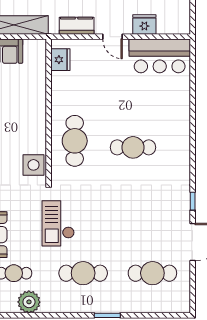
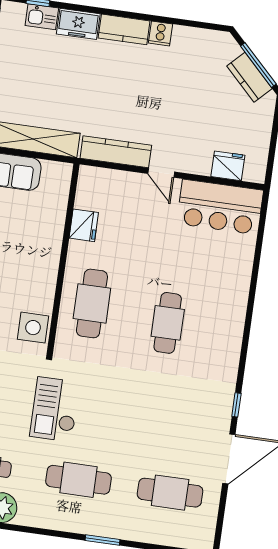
fridge: (144, 24) -> (228, 166), moved
kitchen counter: (77, 26) -> (116, 152), width x1.50
fridge: (60, 60) -> (84, 225), moved
cafe table: (133, 147) -> (168, 323), turned 90

